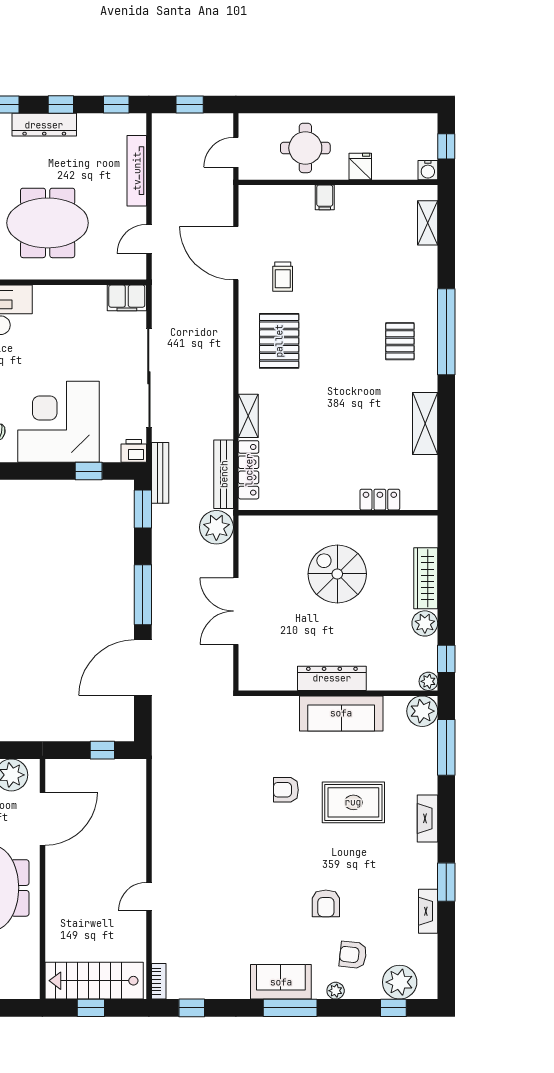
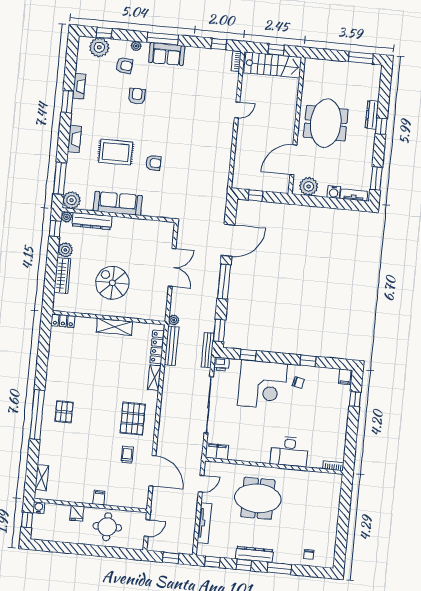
shelving: (425, 423) -> (115, 327), moved, turned 90
locker: (380, 500) -> (63, 321), moved
plant: (216, 527) -> (174, 320), width x0.53, depth x0.53
spiral stairs: (337, 574) -> (112, 283), turned 180
dresser: (332, 678) -> (92, 221), moved

